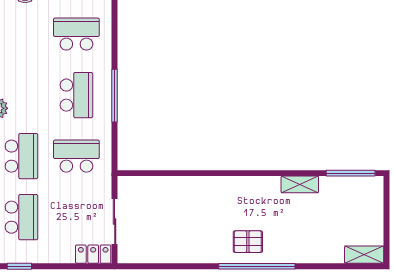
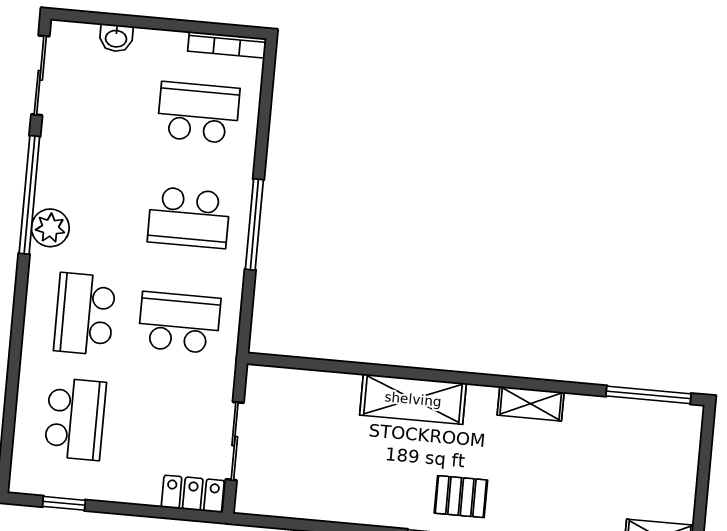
school desk: (76, 95) -> (189, 218), turned 90
school desk: (21, 156) -> (85, 314), turned 180
shelving: (300, 184) -> (531, 404), moved
shelving: (215, 188) -> (413, 399), added

